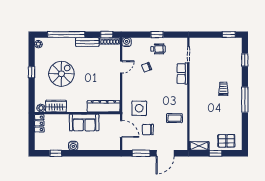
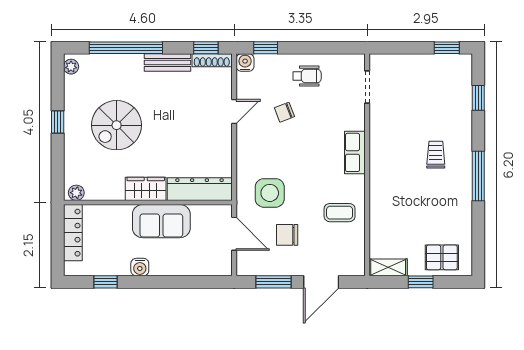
window: (157, 35) -> (266, 48), moved
spiral stairs: (61, 74) -> (117, 125), turned 180
row of seats: (182, 74) -> (355, 152), moved
wardrobe: (56, 106) -> (146, 189), moved
locker: (39, 123) -> (73, 233), width x1.53

